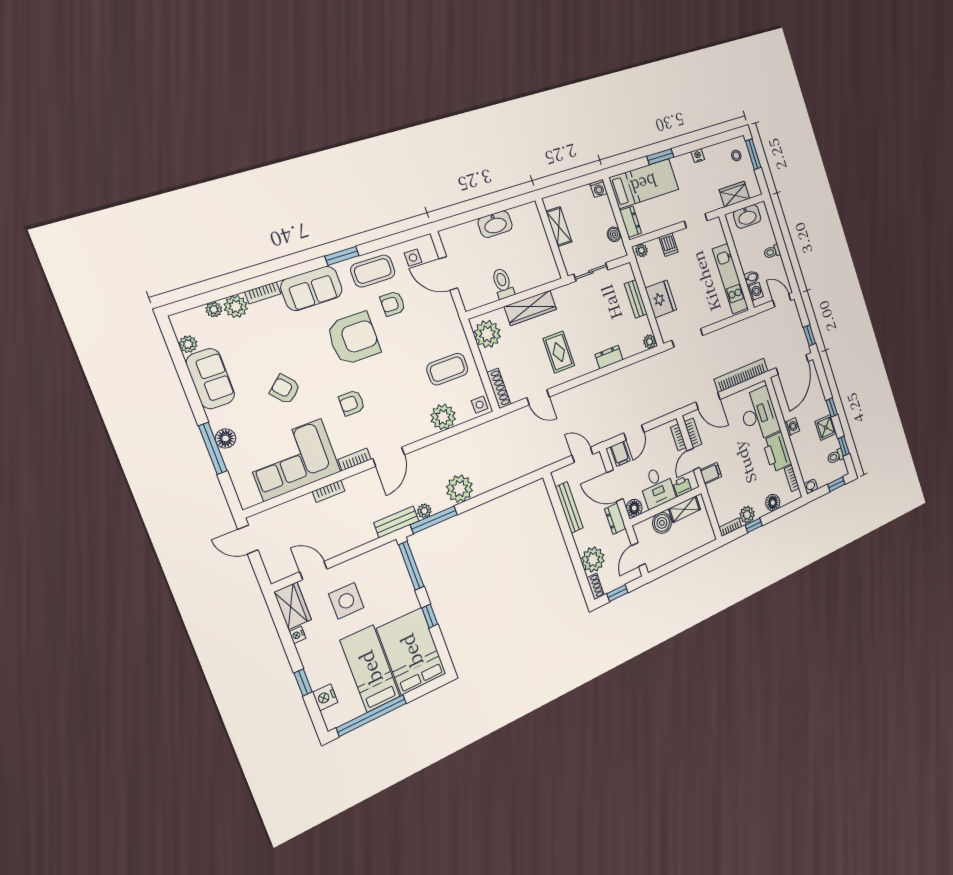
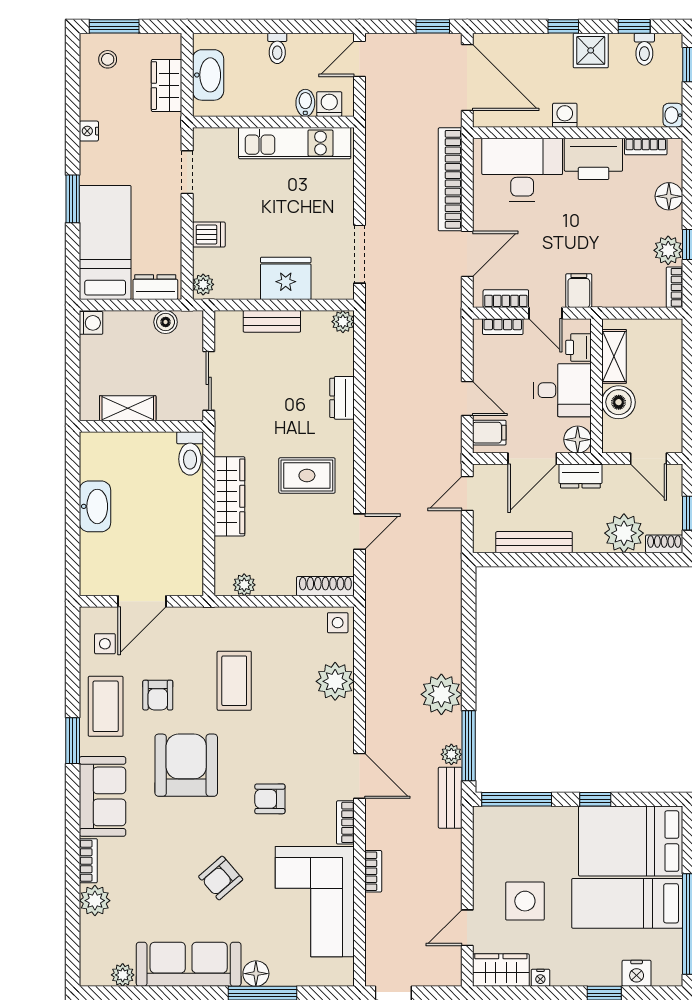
toilet: (503, 284) -> (190, 453), moved, turned -90
plant: (214, 310) -> (90, 929), removed
plant: (487, 334) -> (244, 585), width x0.53, depth x0.53
coffee table: (447, 369) -> (234, 681), moved
sofa: (210, 379) -> (189, 964), width x1.36
armchair: (352, 403) -> (270, 799), turned 90

